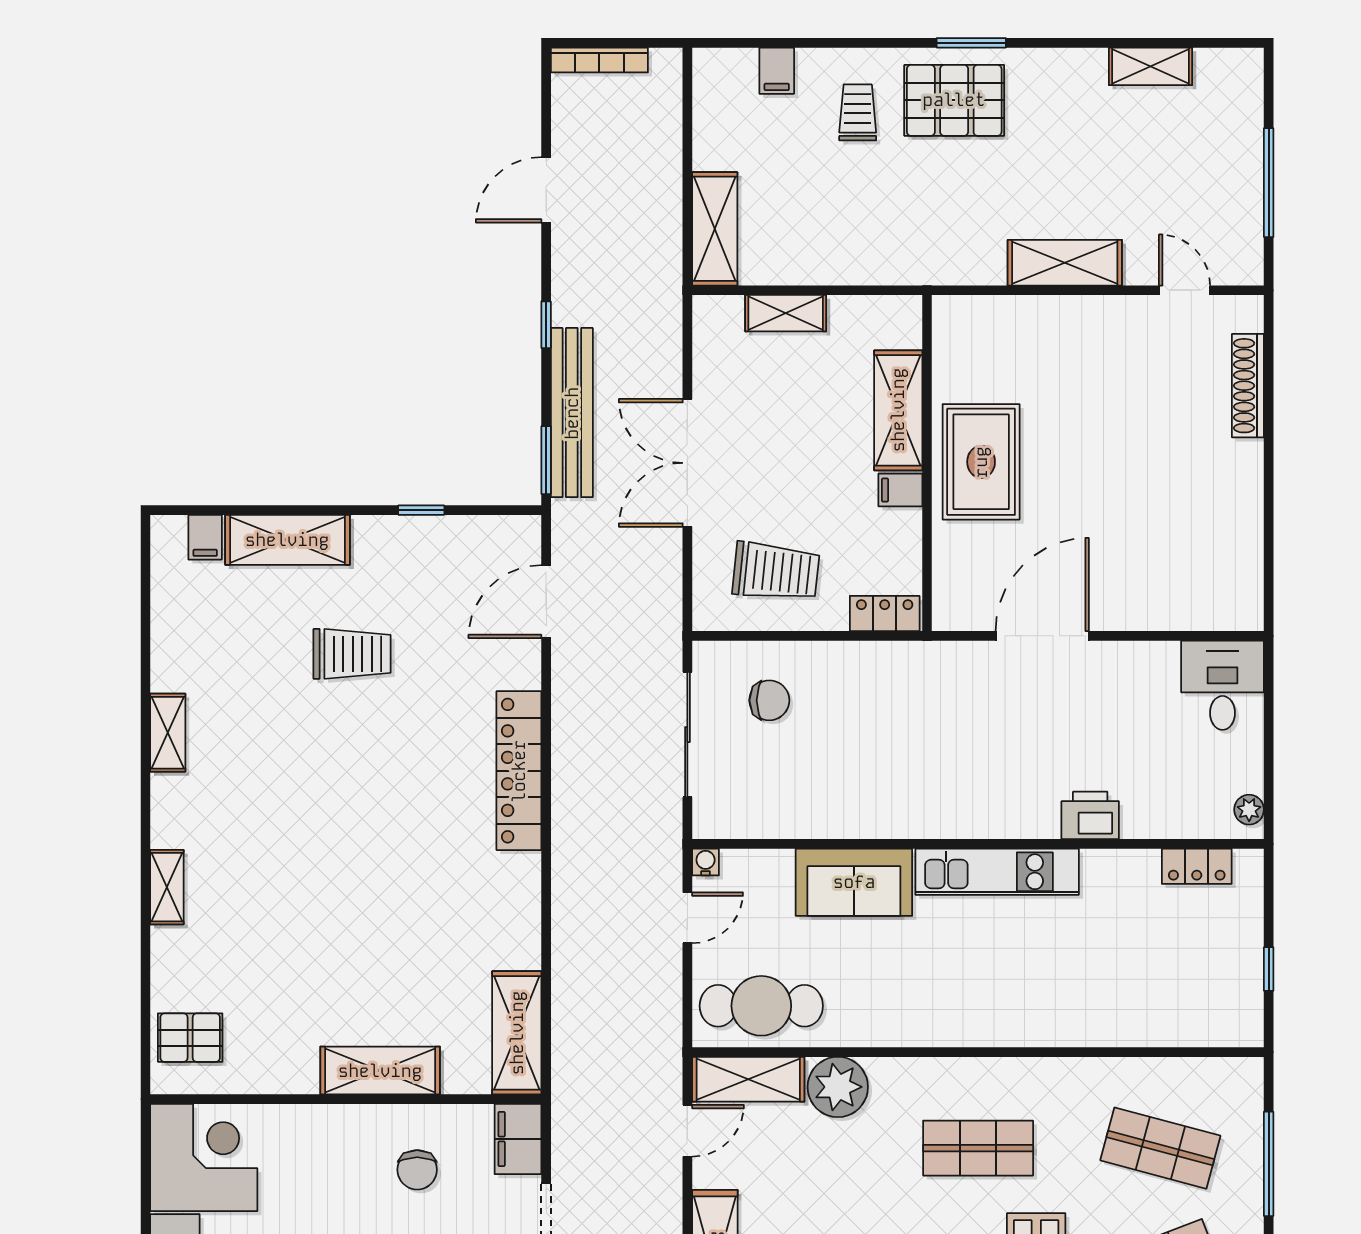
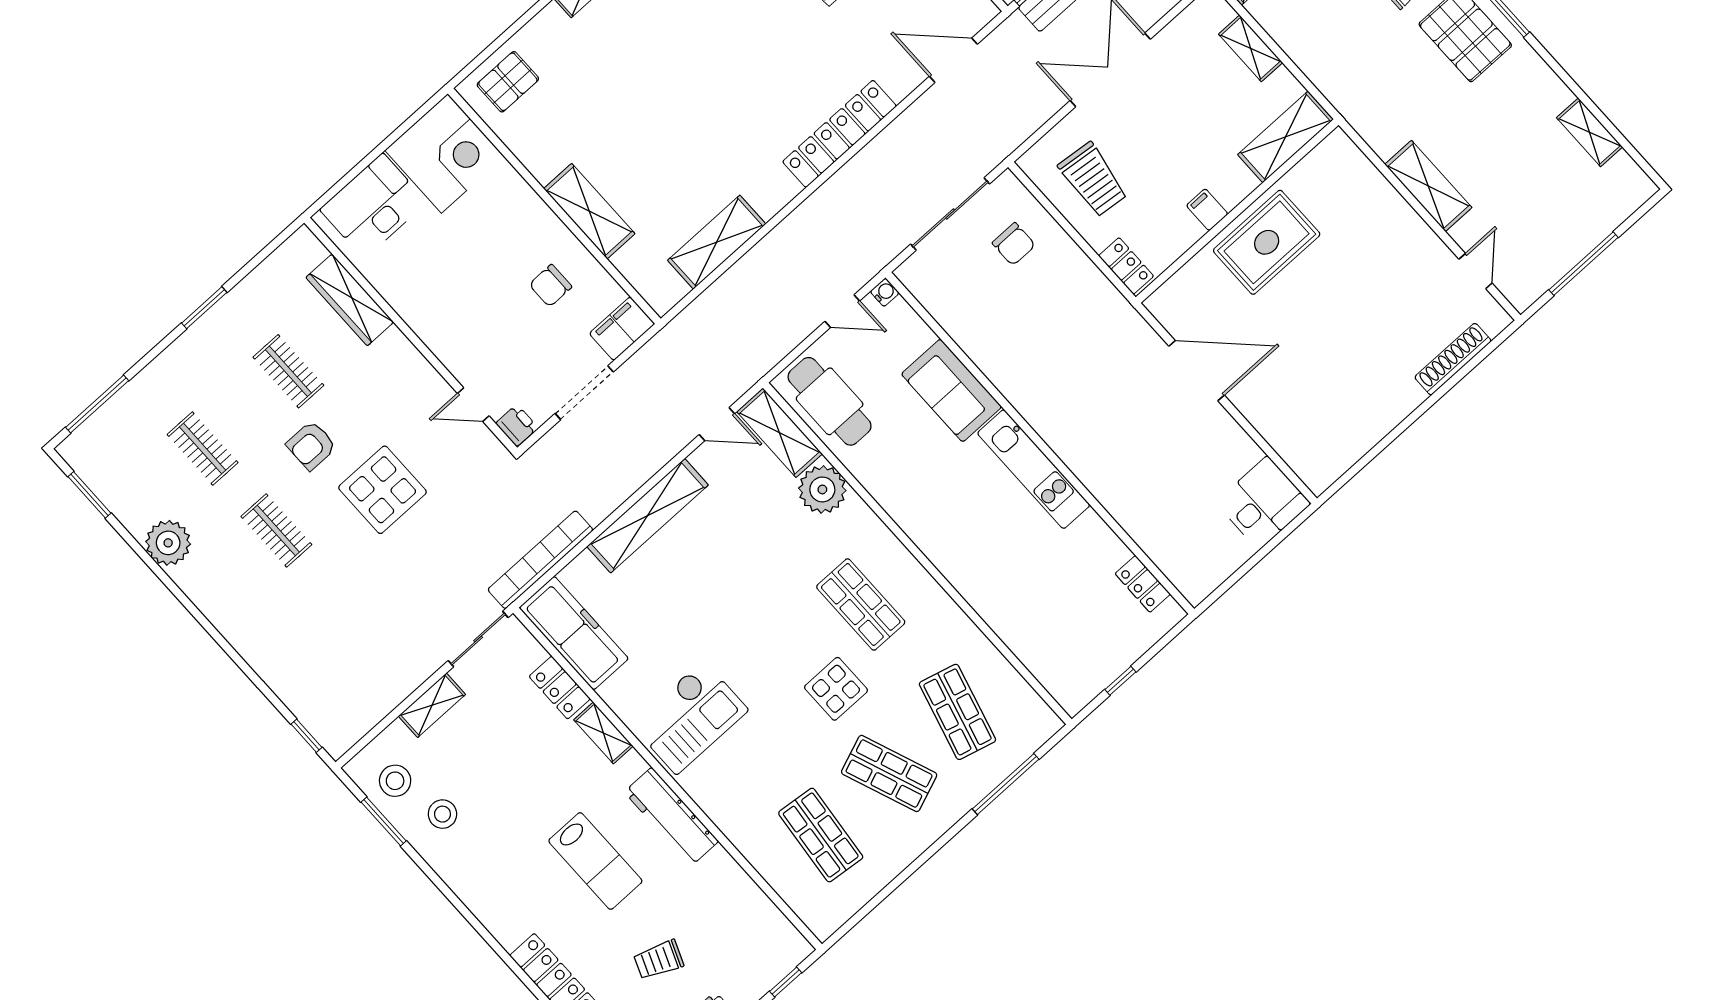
shelving: (898, 410) -> (1286, 137), moved
plant: (1249, 810) -> (1204, 585), removed
printer: (1090, 815) -> (1116, 494), removed
shelving: (517, 1033) -> (717, 242), moved
pallet: (190, 1038) -> (508, 82), turned 90

